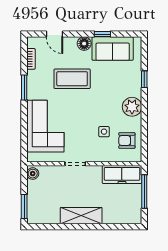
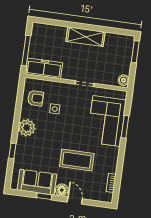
door: (55, 34) -> (75, 200), moved
window: (24, 88) -> (125, 127), moved

